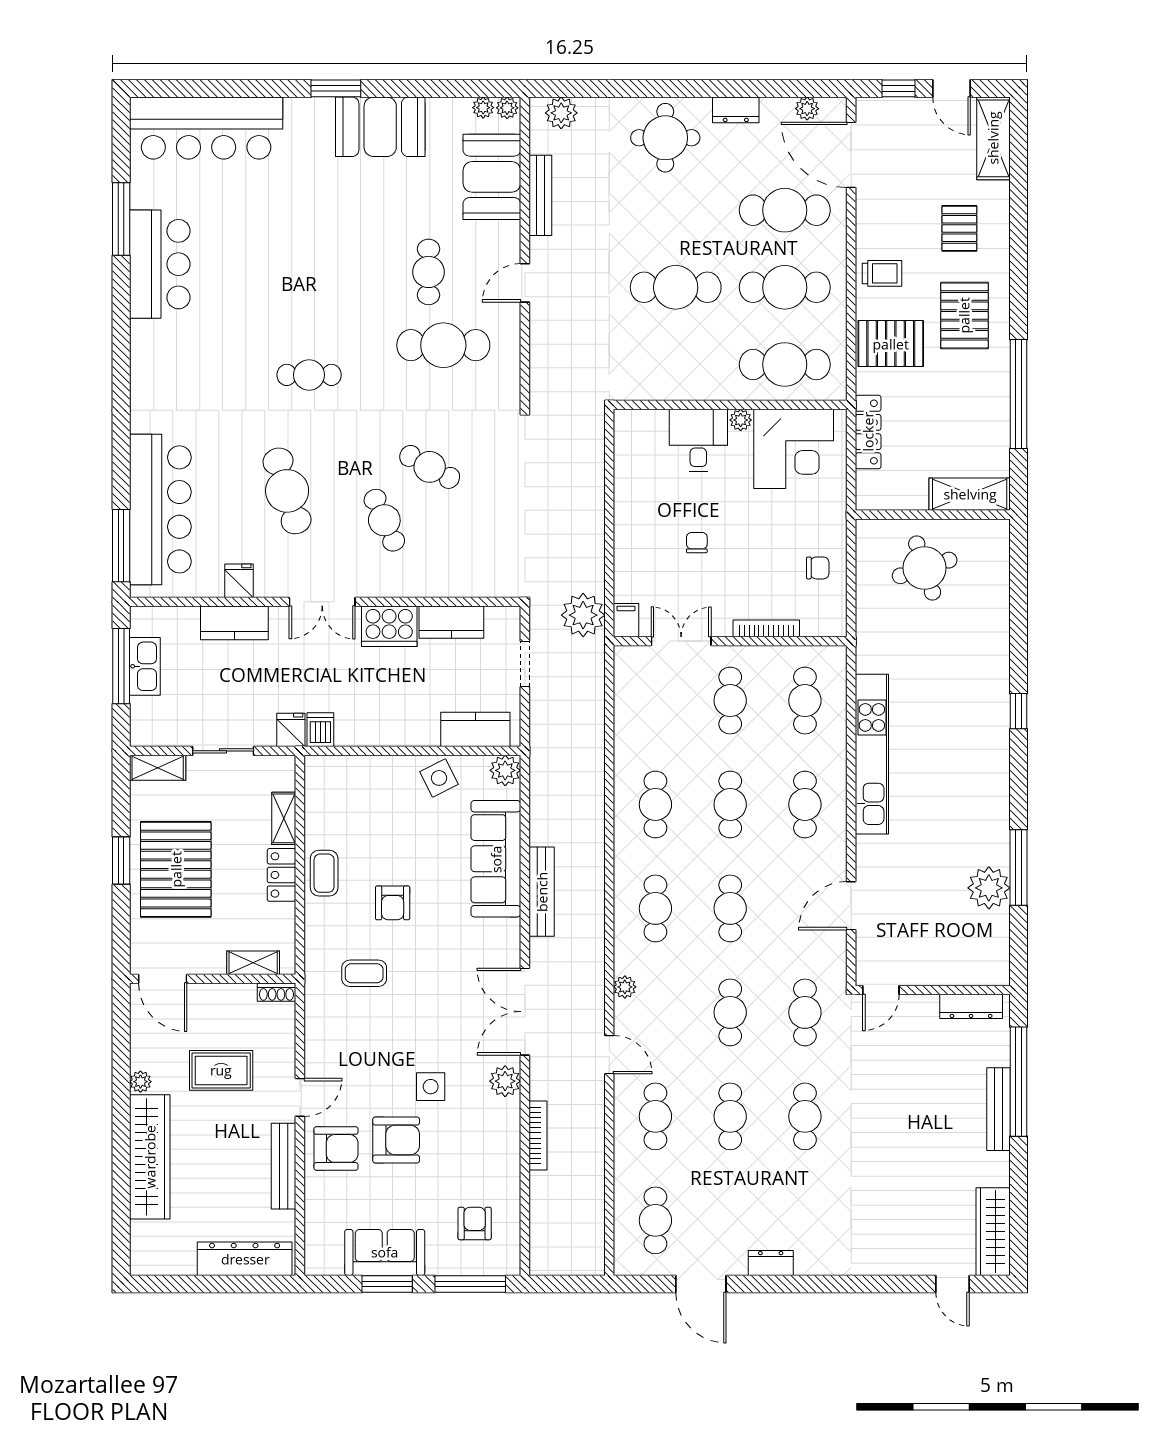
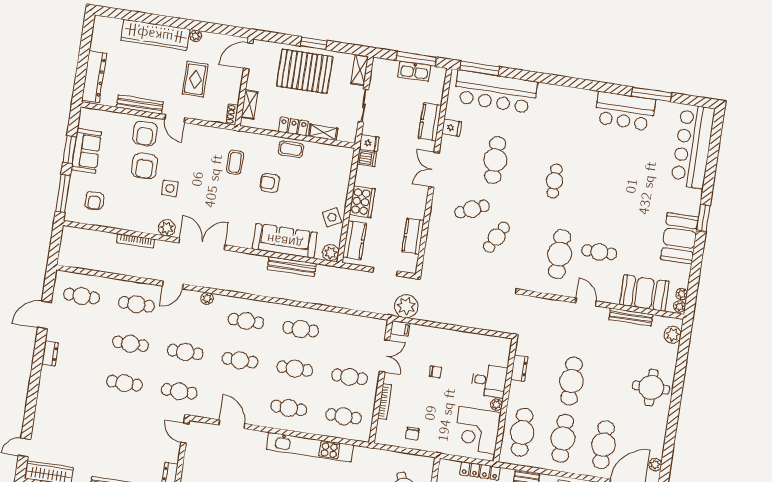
dresser: (736, 110) -> (519, 368), moved, turned 180
cafe table: (287, 491) -> (495, 160), turned -73
cooker: (389, 626) -> (362, 202), moved, turned 180
bench: (542, 892) -> (292, 266), moved
armchair: (475, 1223) -> (94, 201), turned 90

